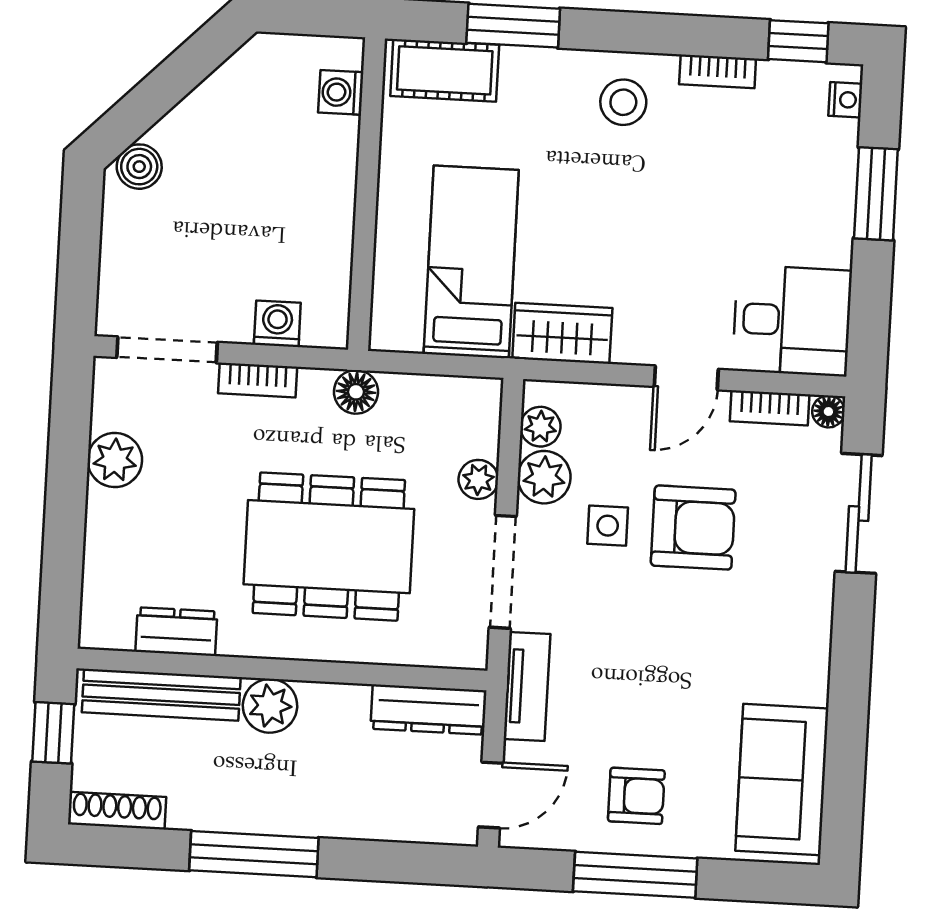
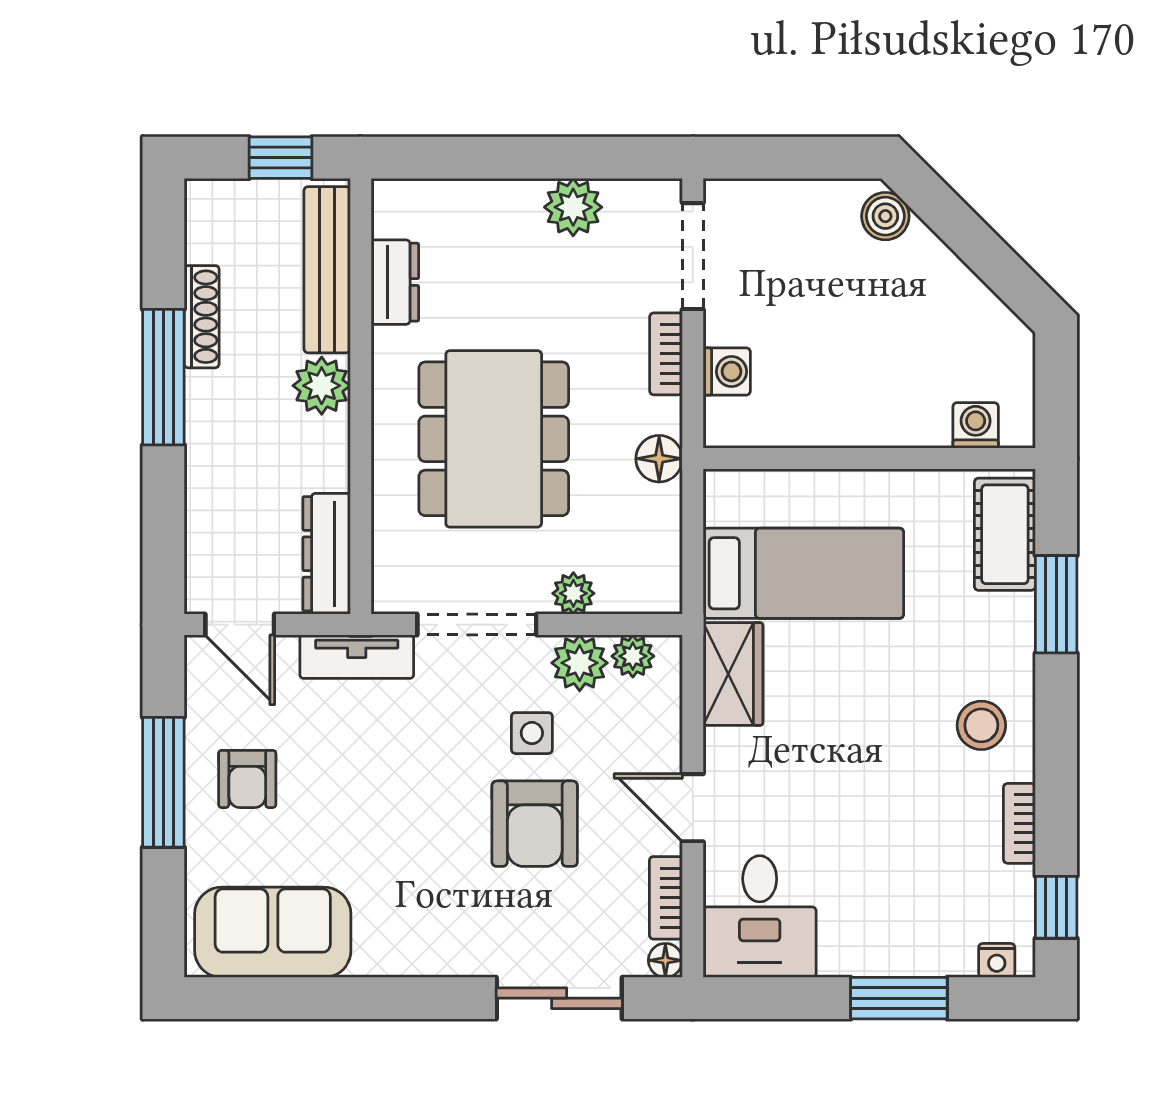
shoe rack: (117, 811) -> (202, 317), moved

